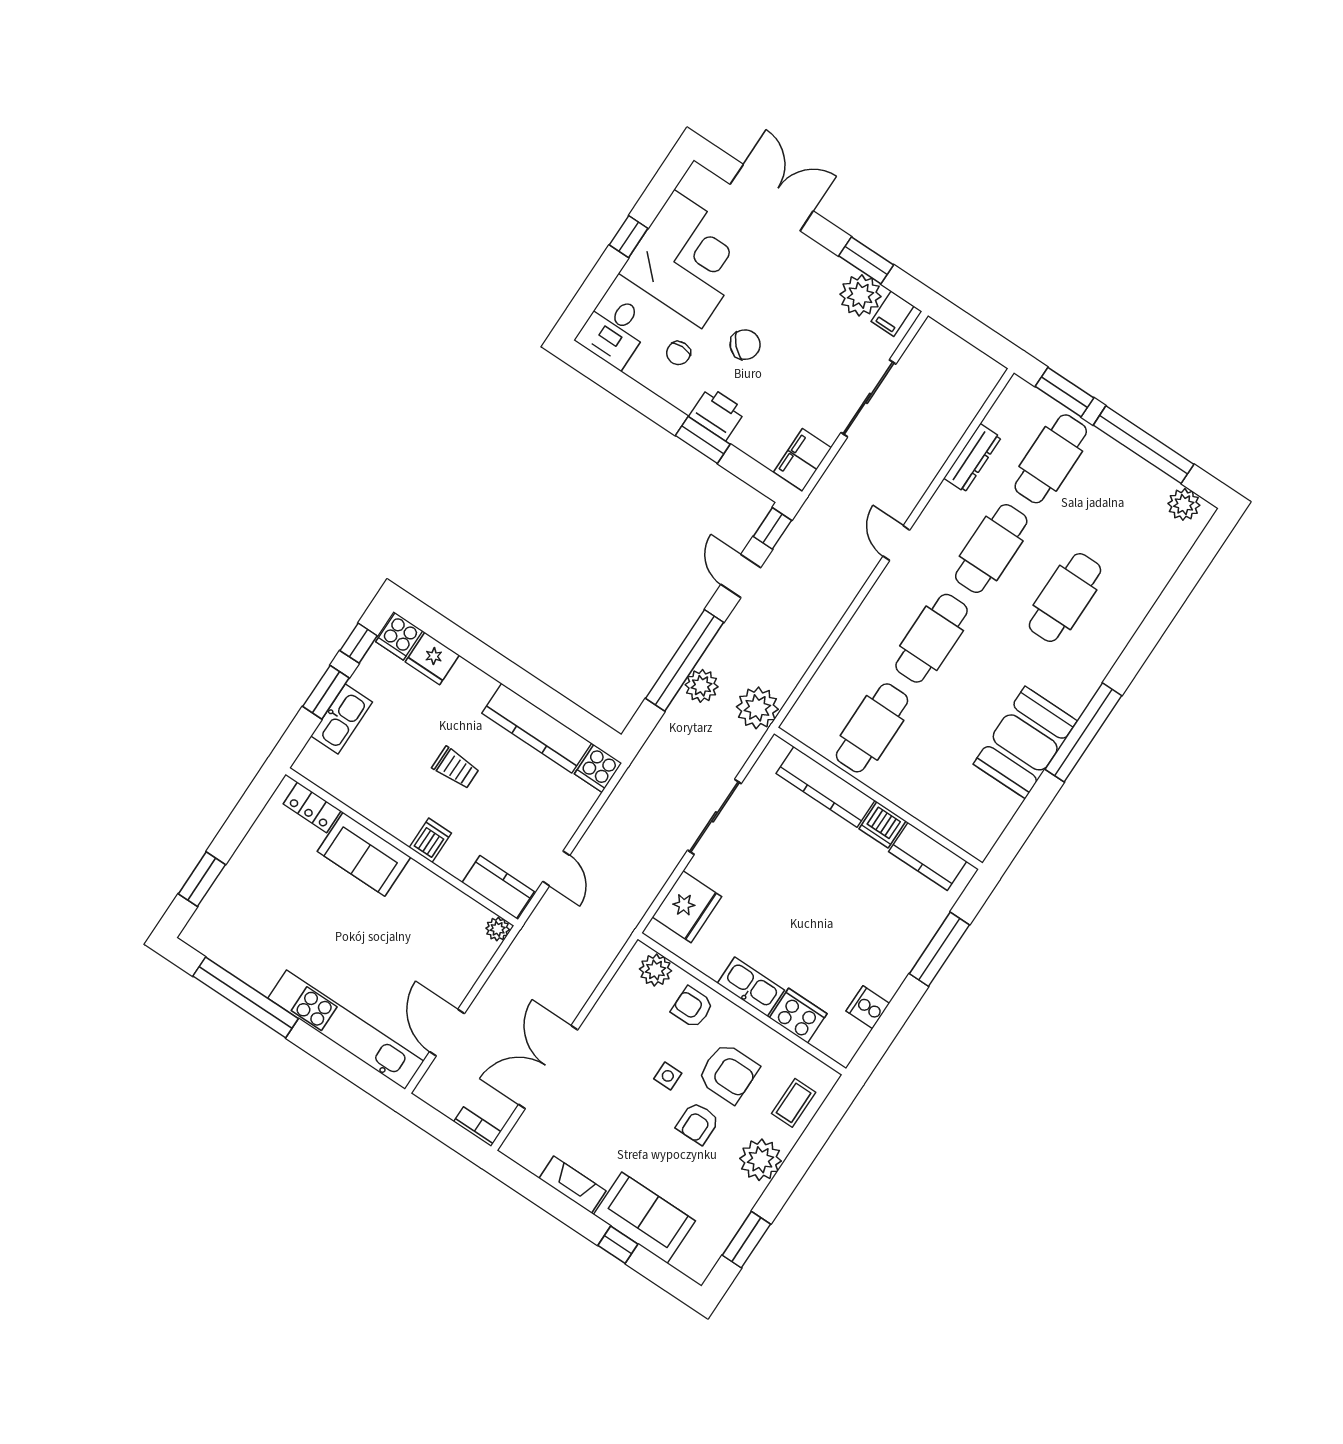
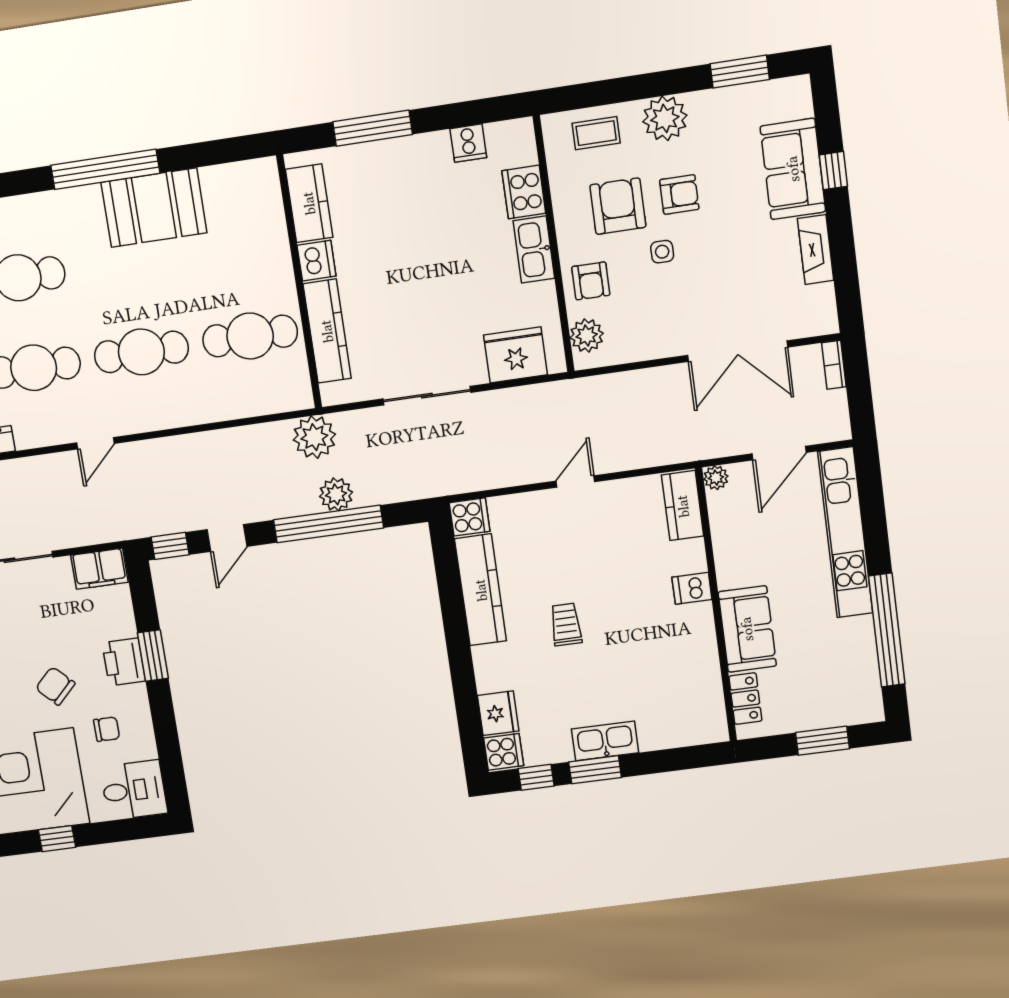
locker: (312, 807) -> (745, 699), moved
dishwasher: (430, 840) -> (692, 588), moved
wall: (402, 847) -> (716, 606), moved
sofa: (364, 854) -> (747, 629), moved
kitchen counter: (498, 887) -> (683, 506), moved
plant: (498, 929) -> (716, 478), moved

